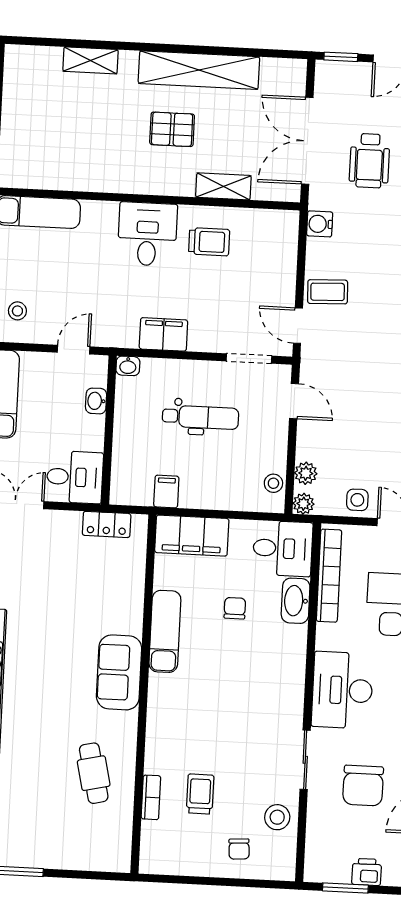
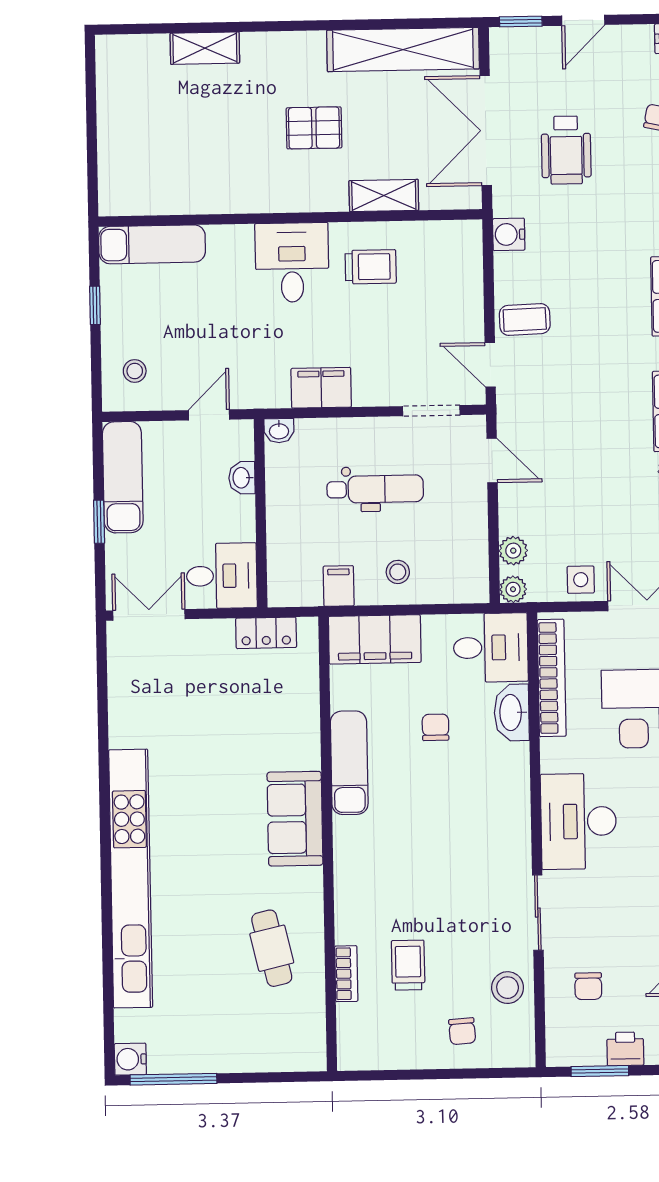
shelving: (199, 70) -> (403, 50), moved
stool: (273, 483) -> (398, 572), moved
chair: (363, 786) -> (588, 986), moved, width x0.54, depth x0.54

